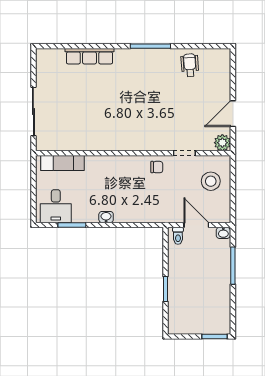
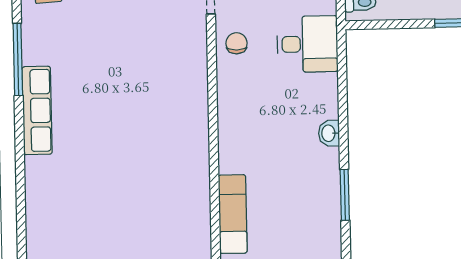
row of seats: (89, 56) -> (37, 110), moved
desk: (56, 206) -> (307, 44), moved

